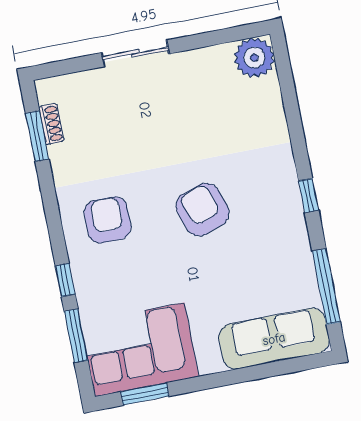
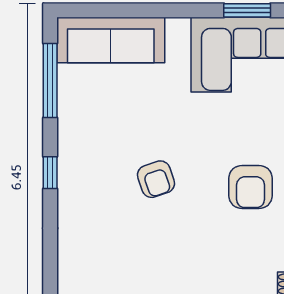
armchair: (203, 209) -> (156, 179), width x0.72, depth x0.72

